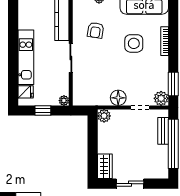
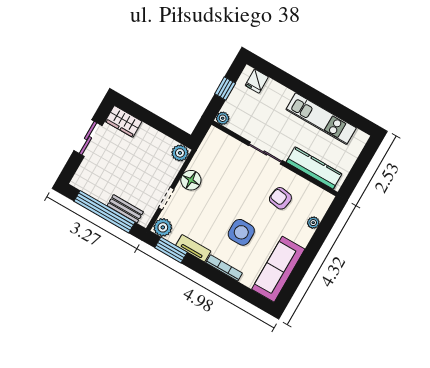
kitchen unit: (26, 57) -> (321, 119), moved
tv unit: (163, 70) -> (193, 248), added

